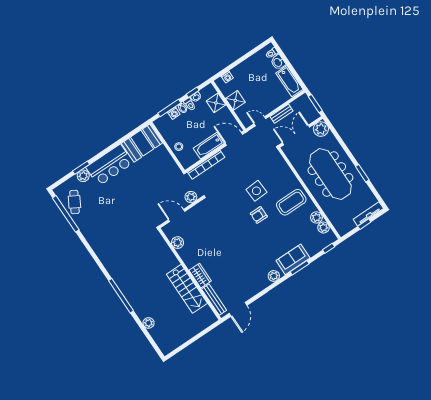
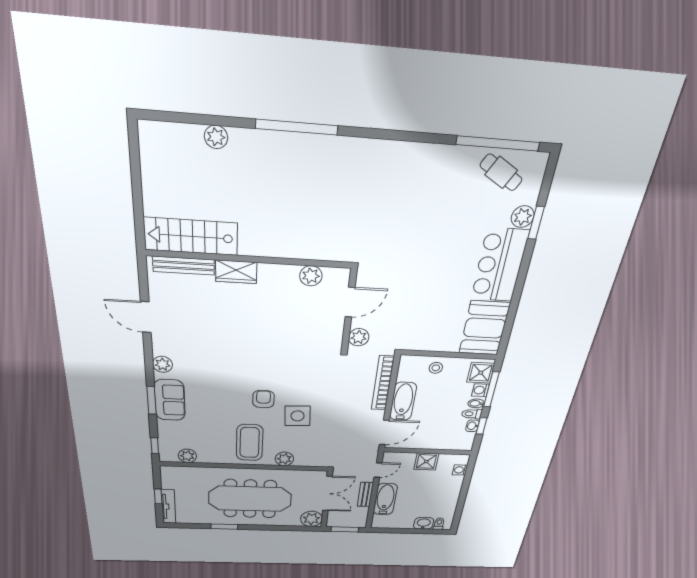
bathtub: (289, 81) -> (385, 499), moved, turned 90
shower: (216, 103) -> (481, 373), moved
plant: (316, 217) -> (284, 459), moved
stairs: (187, 289) -> (191, 236), moved
door: (238, 309) -> (146, 317), moved

